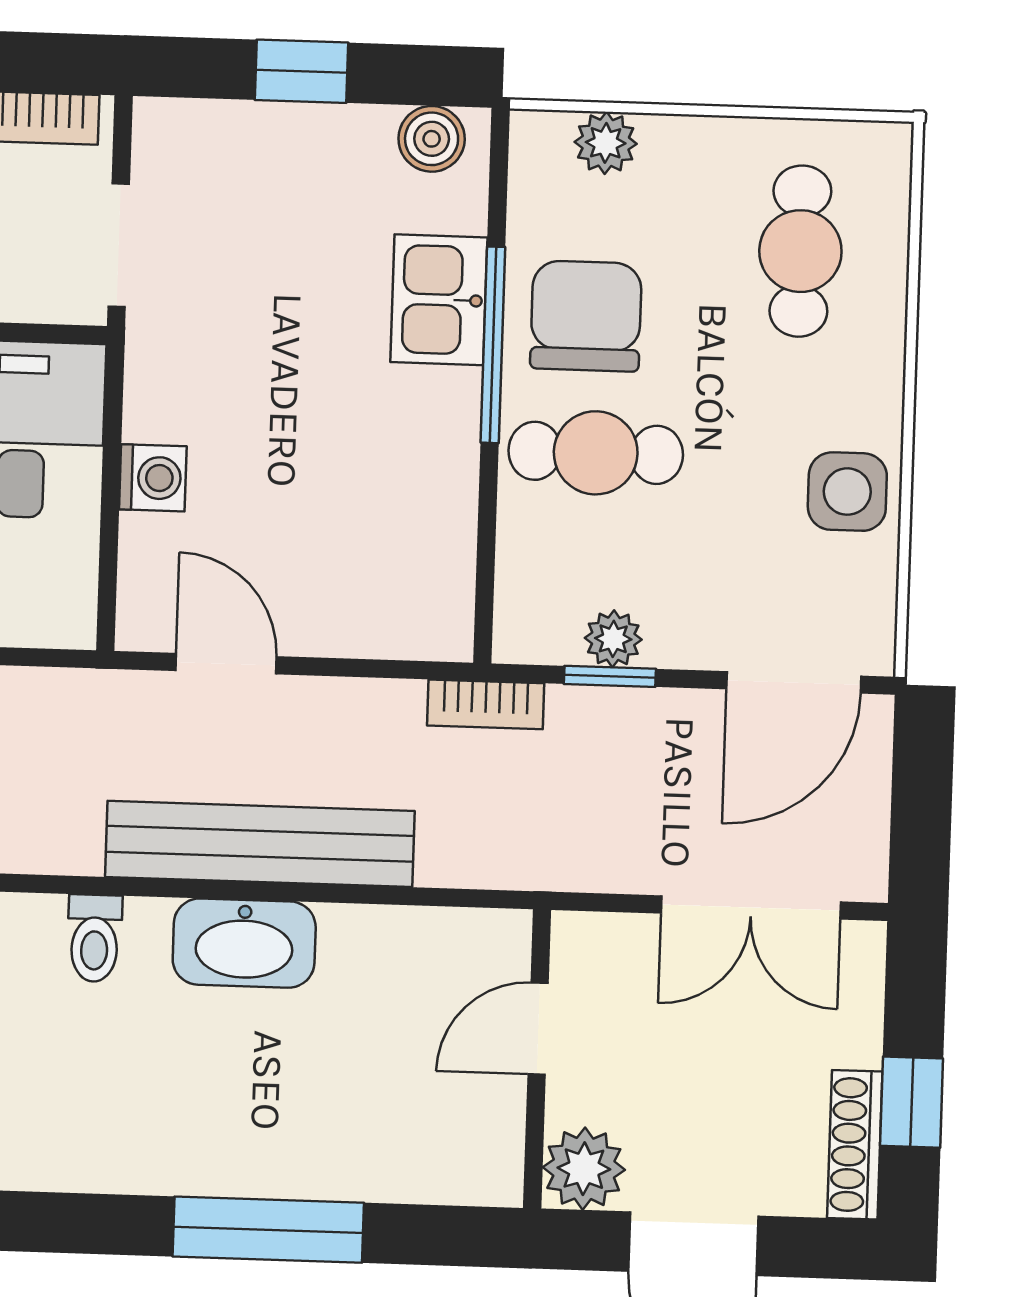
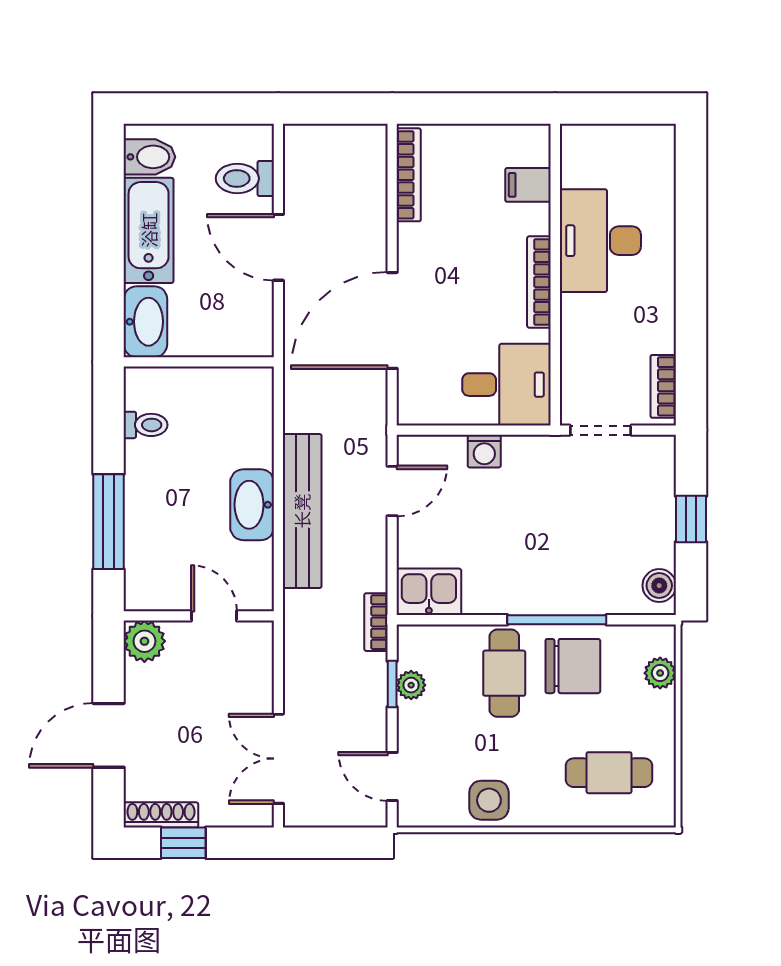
kitchen sink: (439, 300) -> (429, 592), moved
door: (794, 682) -> (392, 776), width x0.73
toilet: (94, 938) -> (146, 425), moved, turned 180
door: (538, 1029) -> (214, 616), moved
wall: (537, 1059) -> (199, 616), moved
plant: (584, 1169) -> (144, 641), moved

